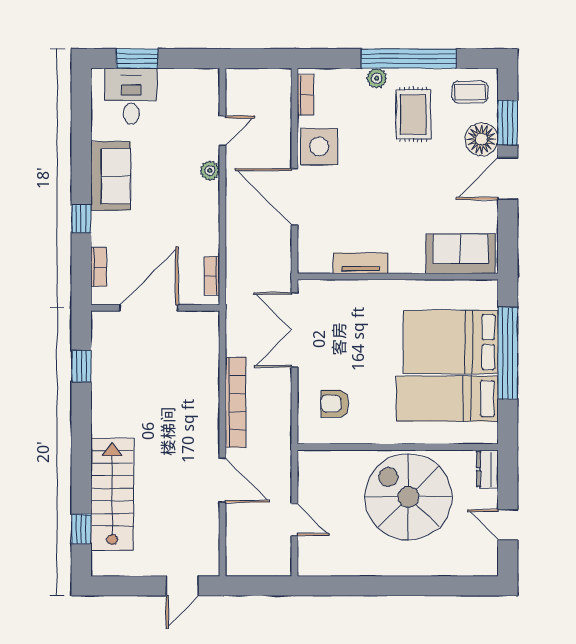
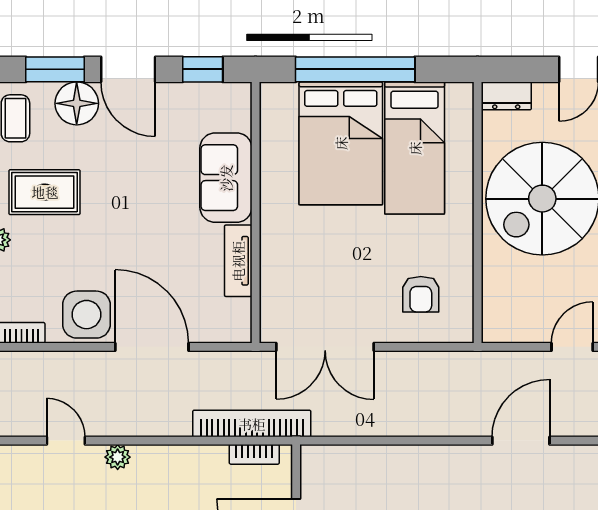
door: (294, 197) -> (152, 347), swing flipped
window: (508, 236) -> (203, 69), added
sofa: (461, 254) -> (226, 178), moved
bookcase: (236, 402) -> (252, 424), moved

